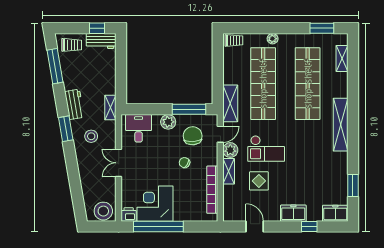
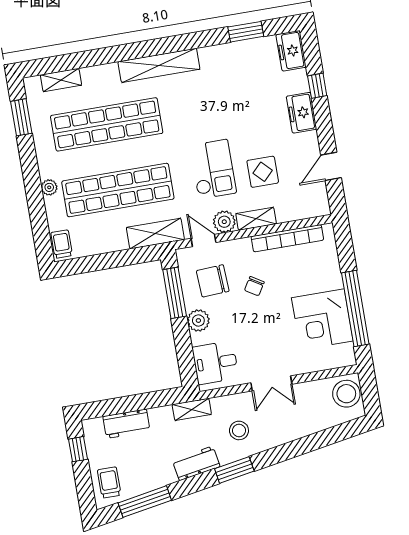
workbench: (101, 41) -> (126, 424), moved, turned 90
printer: (129, 215) -> (345, 355), removed

